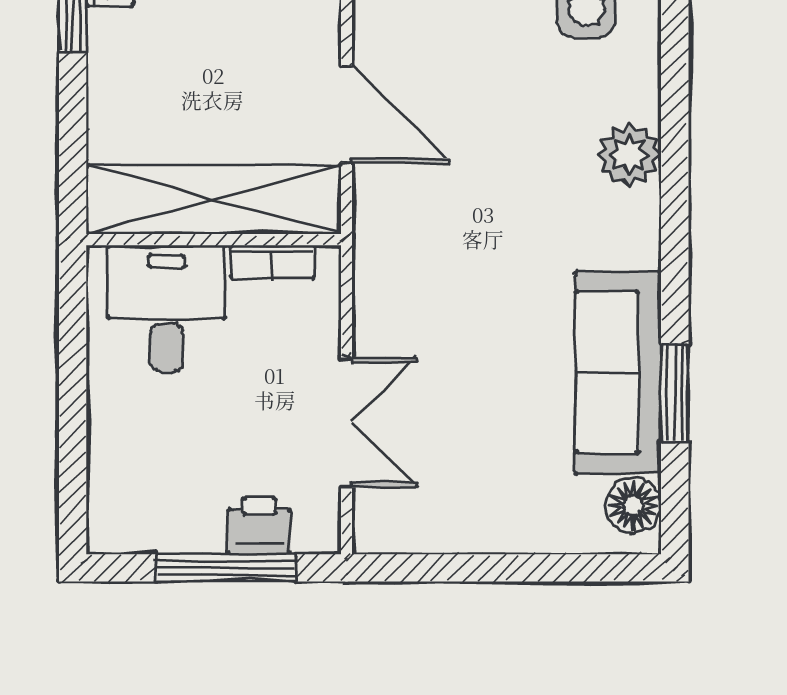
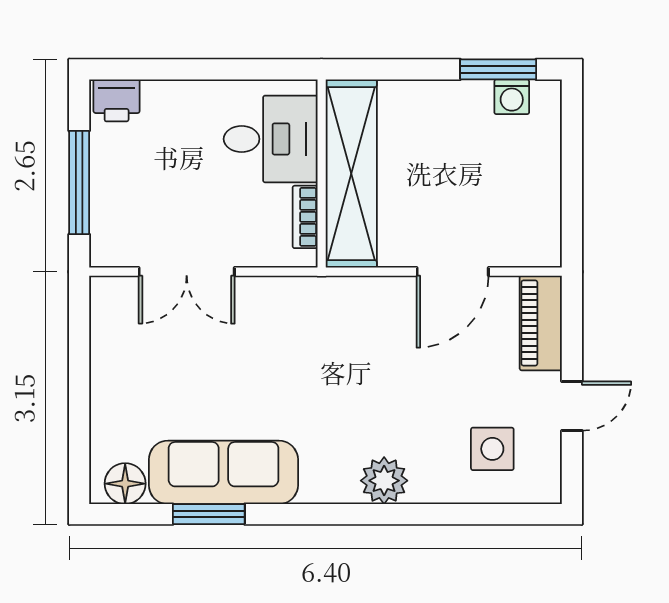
door: (347, 114) -> (453, 272), moved
printer: (259, 526) -> (117, 100), moved, turned 90

